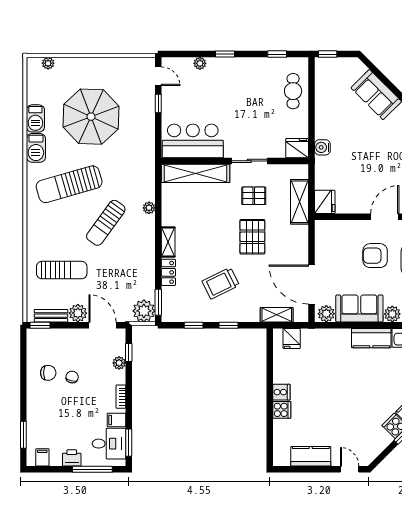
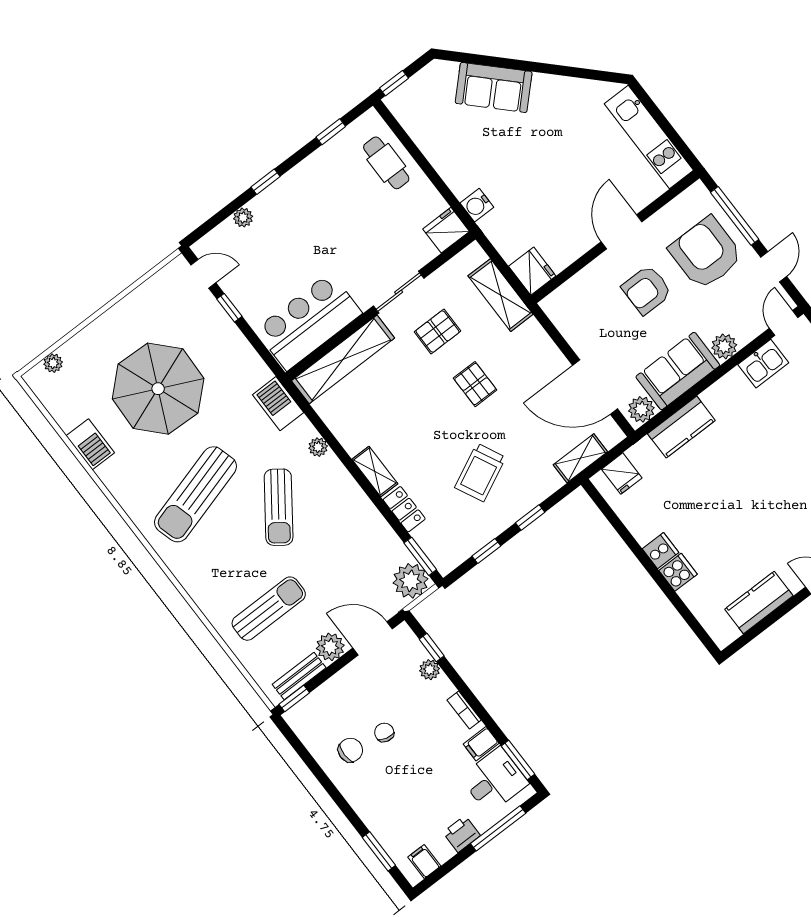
barbecue: (36, 148) -> (278, 404), moved, turned 180
pallet: (252, 237) -> (475, 384), width x0.67, depth x0.71
kitchen counter: (371, 338) -> (681, 427), moved

